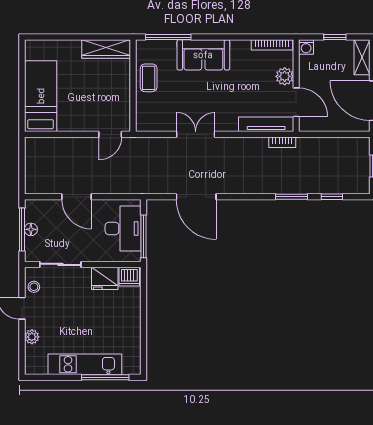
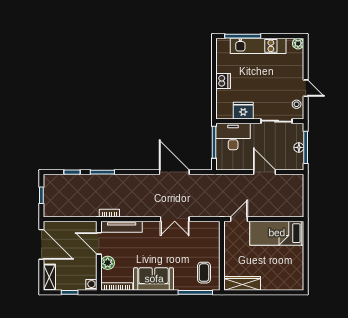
sofa: (203, 55) -> (154, 279), moved
coffee table: (149, 78) -> (204, 273), moved
bed: (41, 96) -> (277, 233), moved, turned 90
desk: (123, 228) -> (233, 136), moved, turned 90
dishwasher: (129, 277) -> (223, 81), moved, turned 90
plant: (32, 337) -> (298, 44), moved

